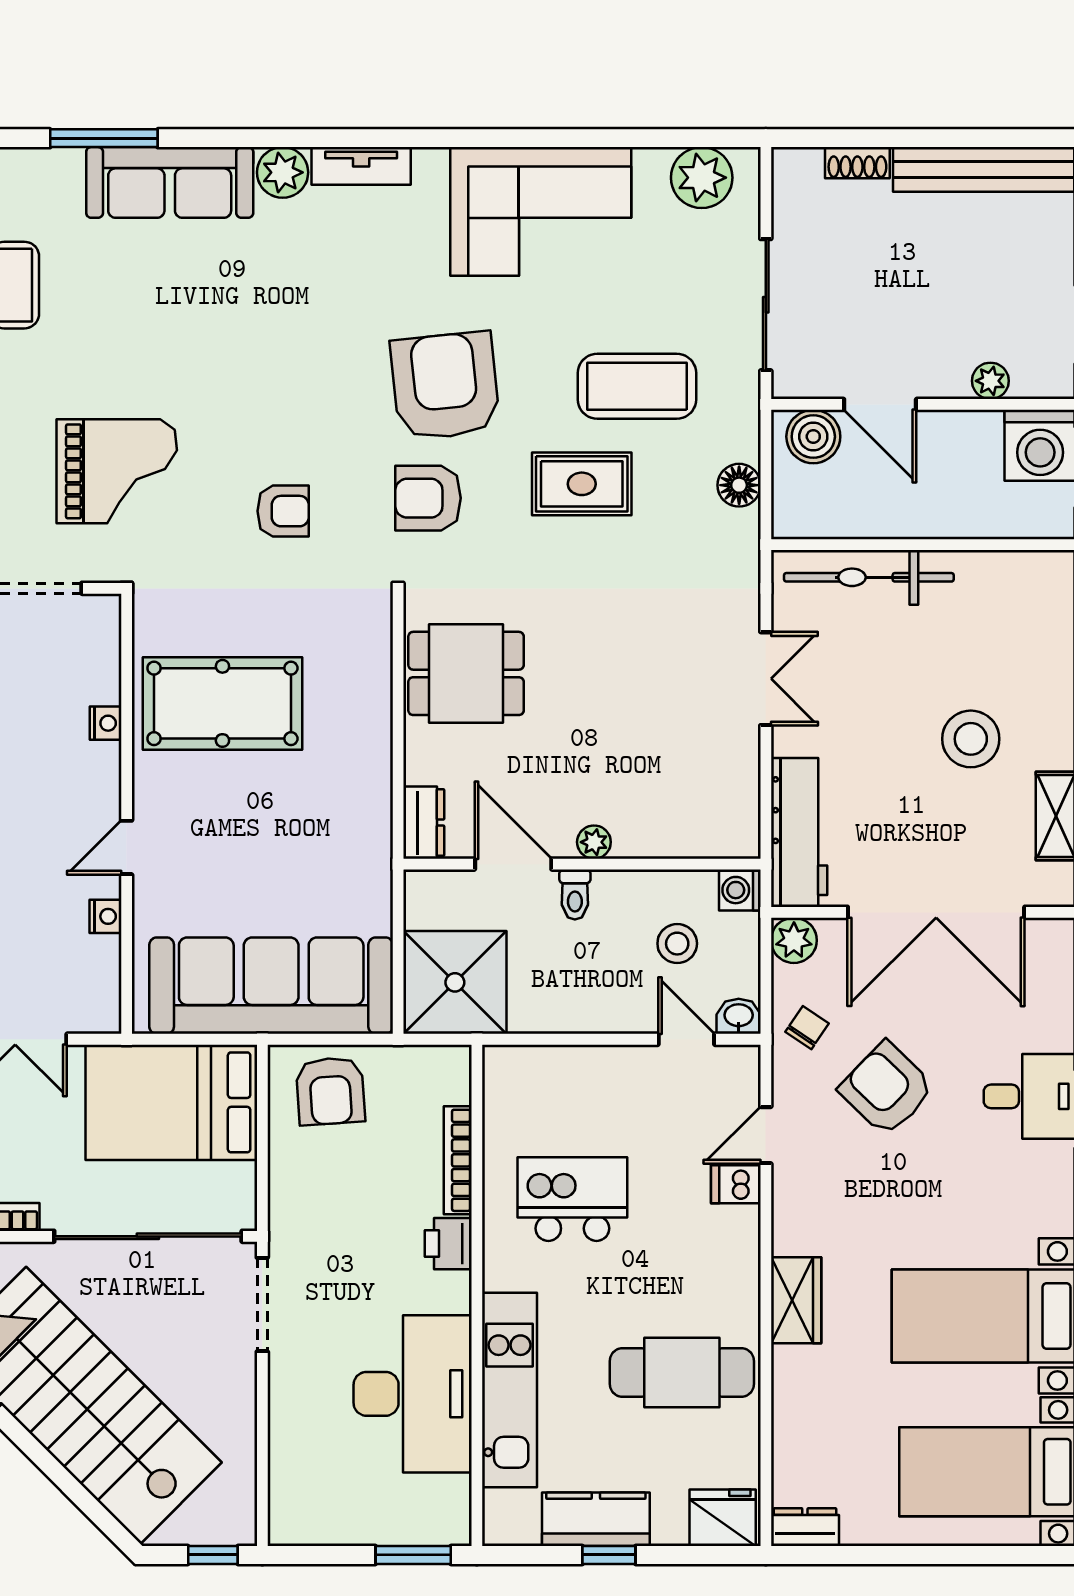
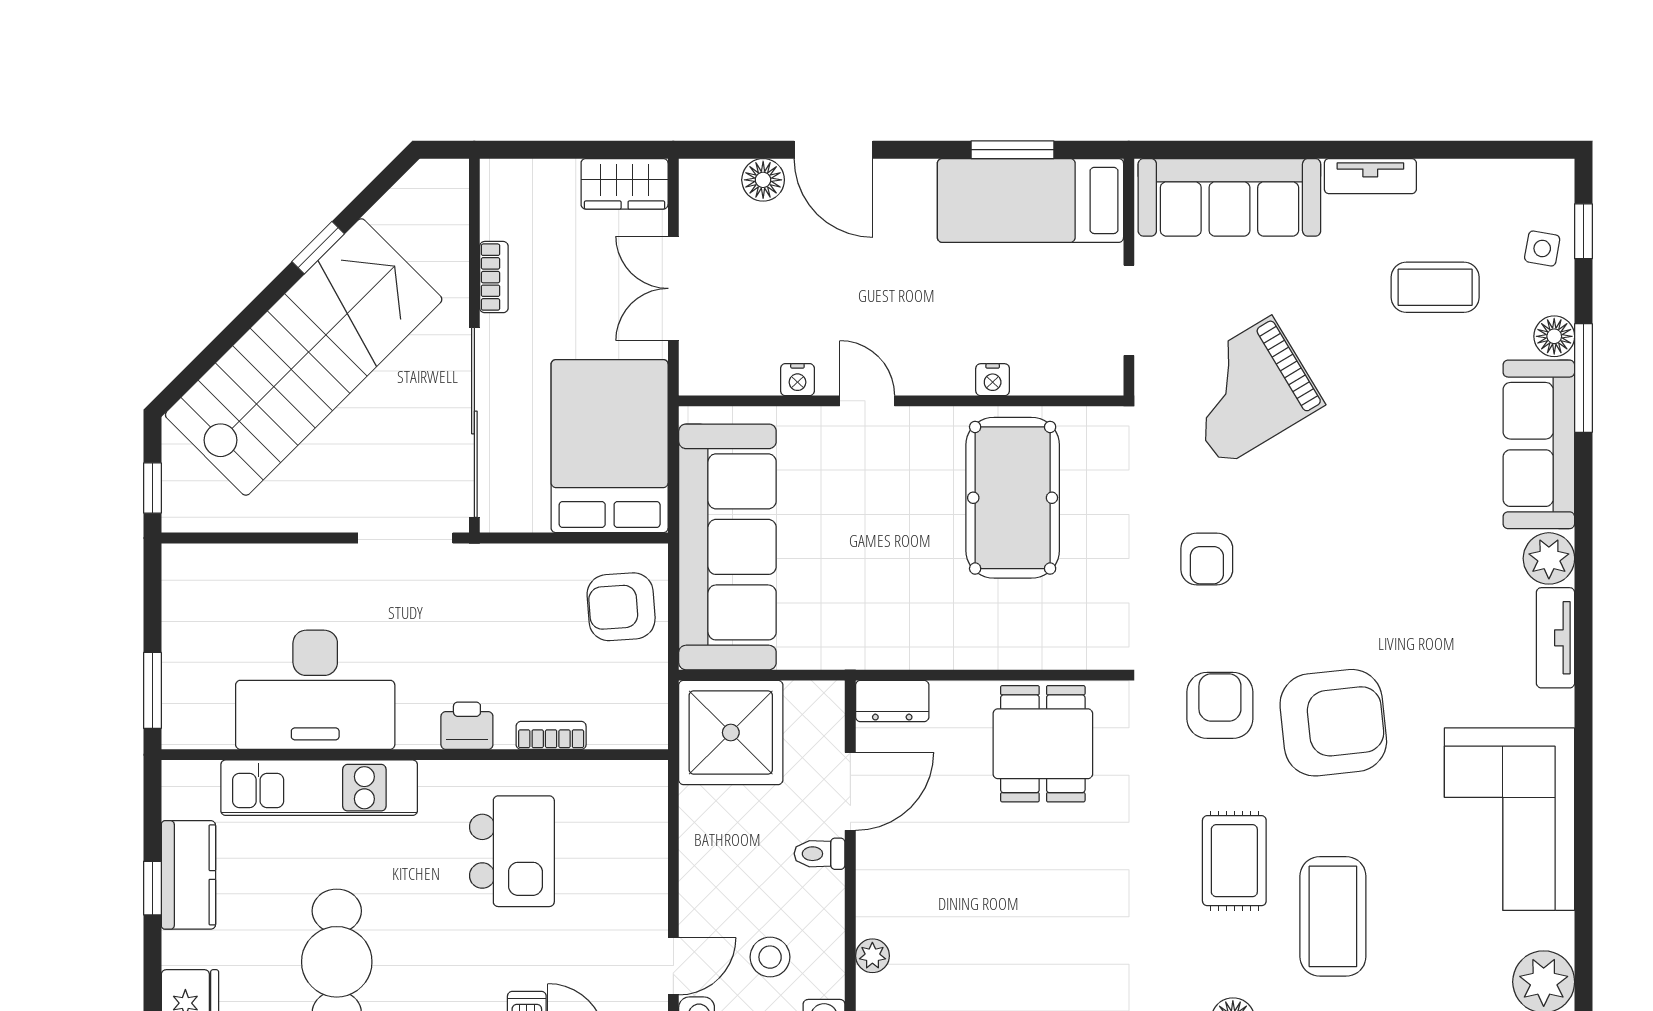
floor lamp: (63, 167) -> (1554, 336), added
grand piano: (117, 471) -> (1247, 391), turned 59
plant: (594, 842) -> (872, 956), moved
bookcase: (458, 1160) -> (551, 735), width x0.64

